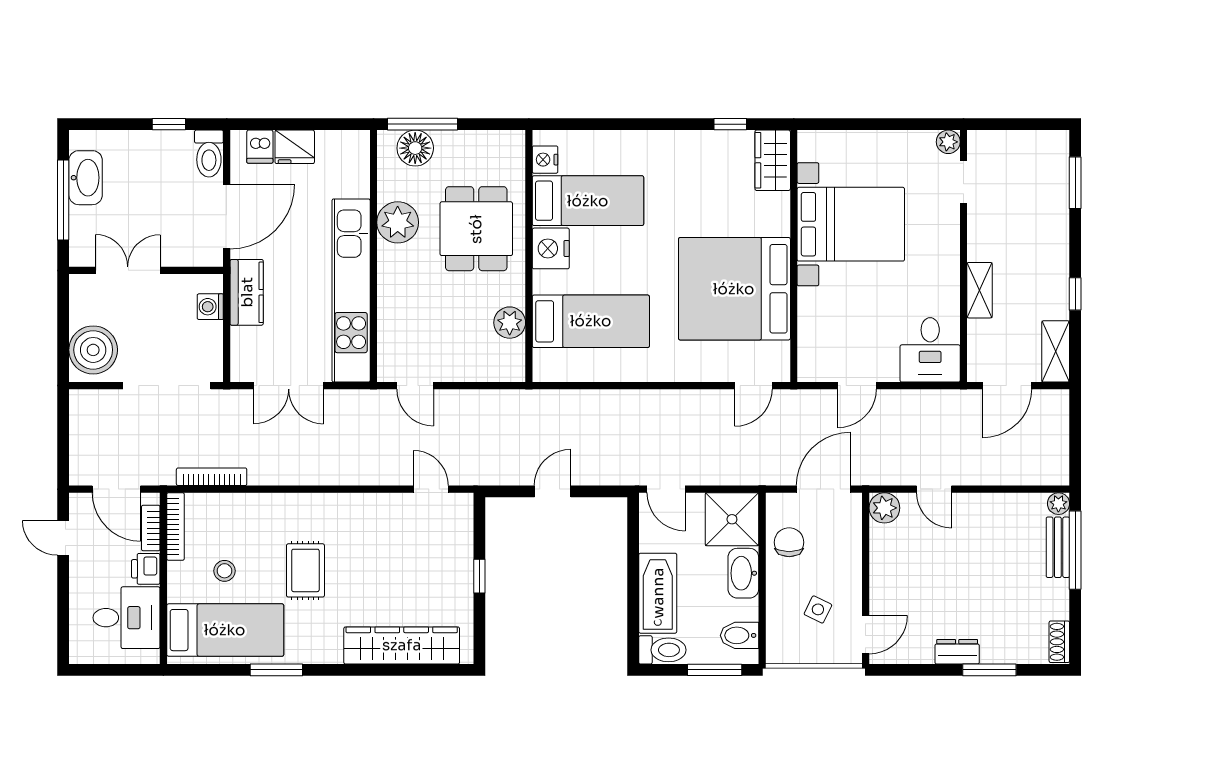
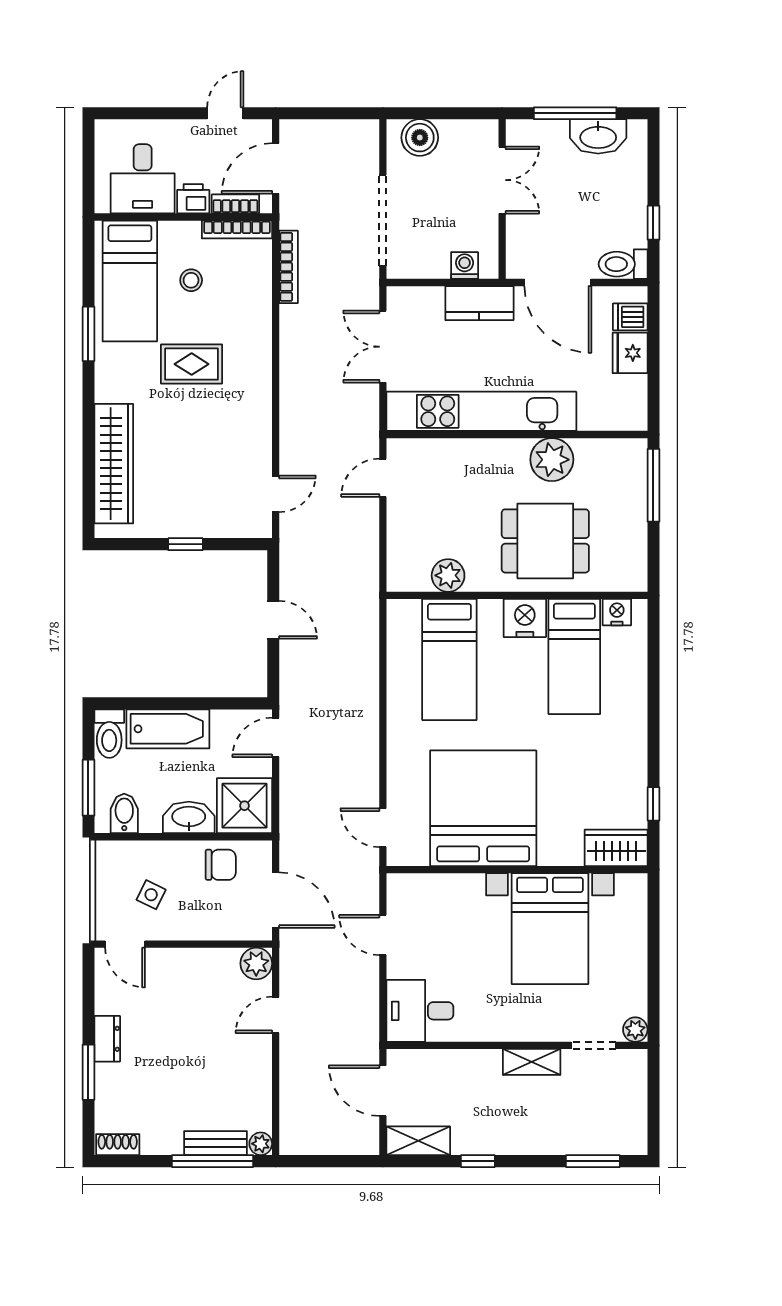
floor lamp: (415, 148) -> (629, 478), removed
shelving: (980, 290) -> (532, 1062), moved
boiler: (93, 350) -> (420, 138), width x0.73, depth x0.73

